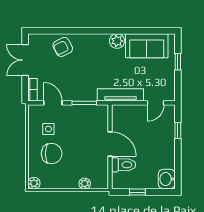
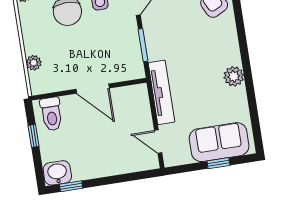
sofa: (147, 46) -> (219, 142), moved, turned 90
window: (178, 130) -> (71, 186), moved
door: (110, 144) -> (93, 89), hinge flipped
toilet: (124, 165) -> (51, 114), moved

